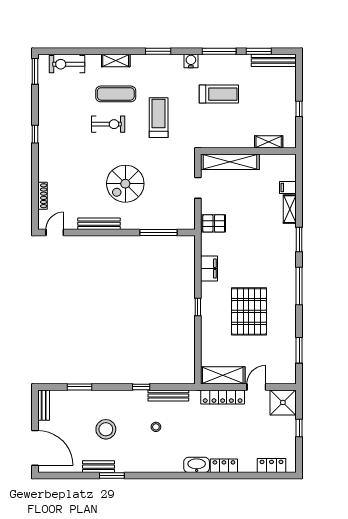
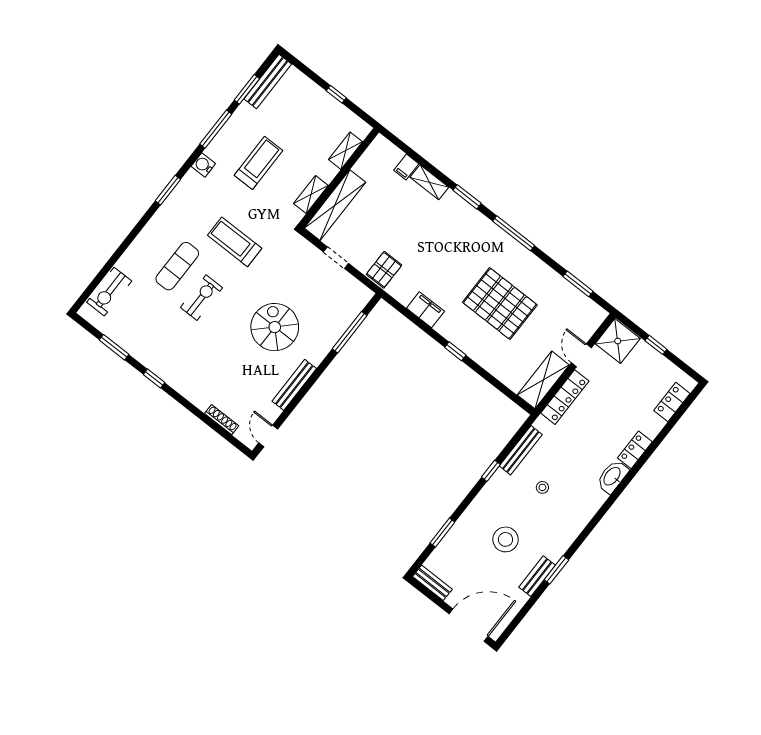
shelving: (116, 60) -> (311, 195), moved
window: (35, 71) -> (114, 347), moved
spiral stairs: (125, 184) -> (275, 327), turned 180

